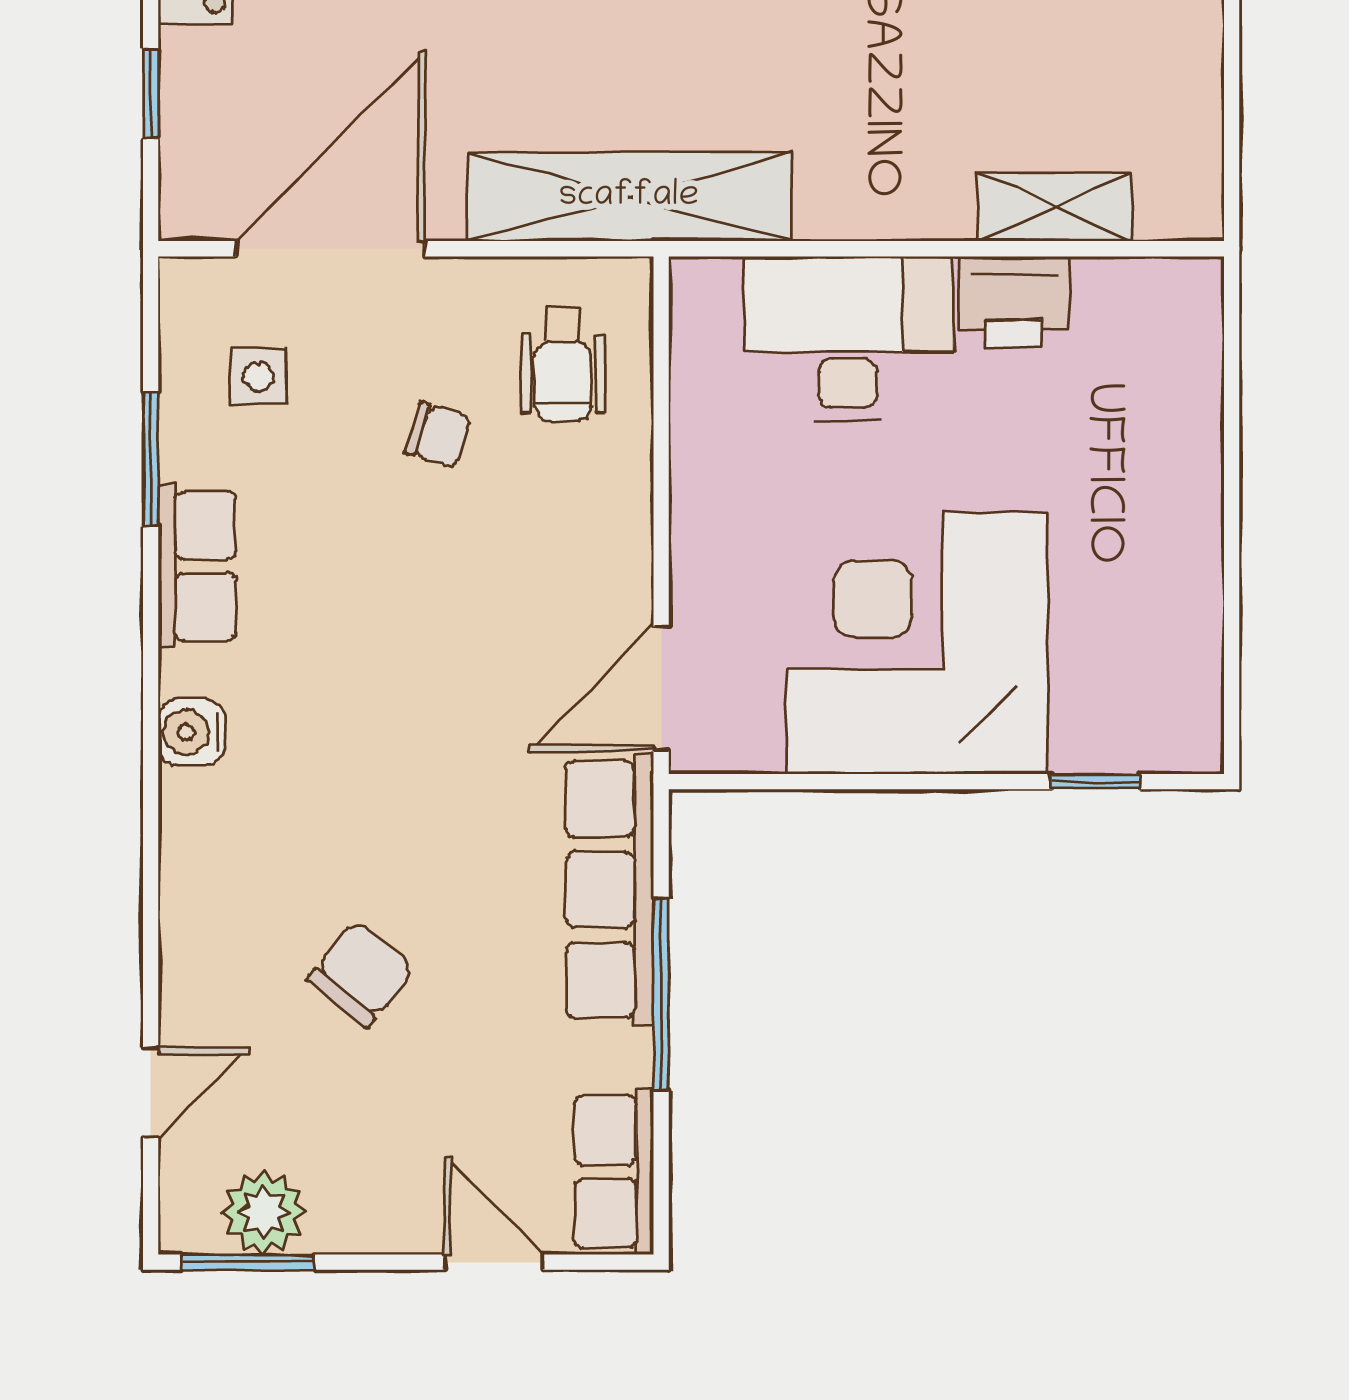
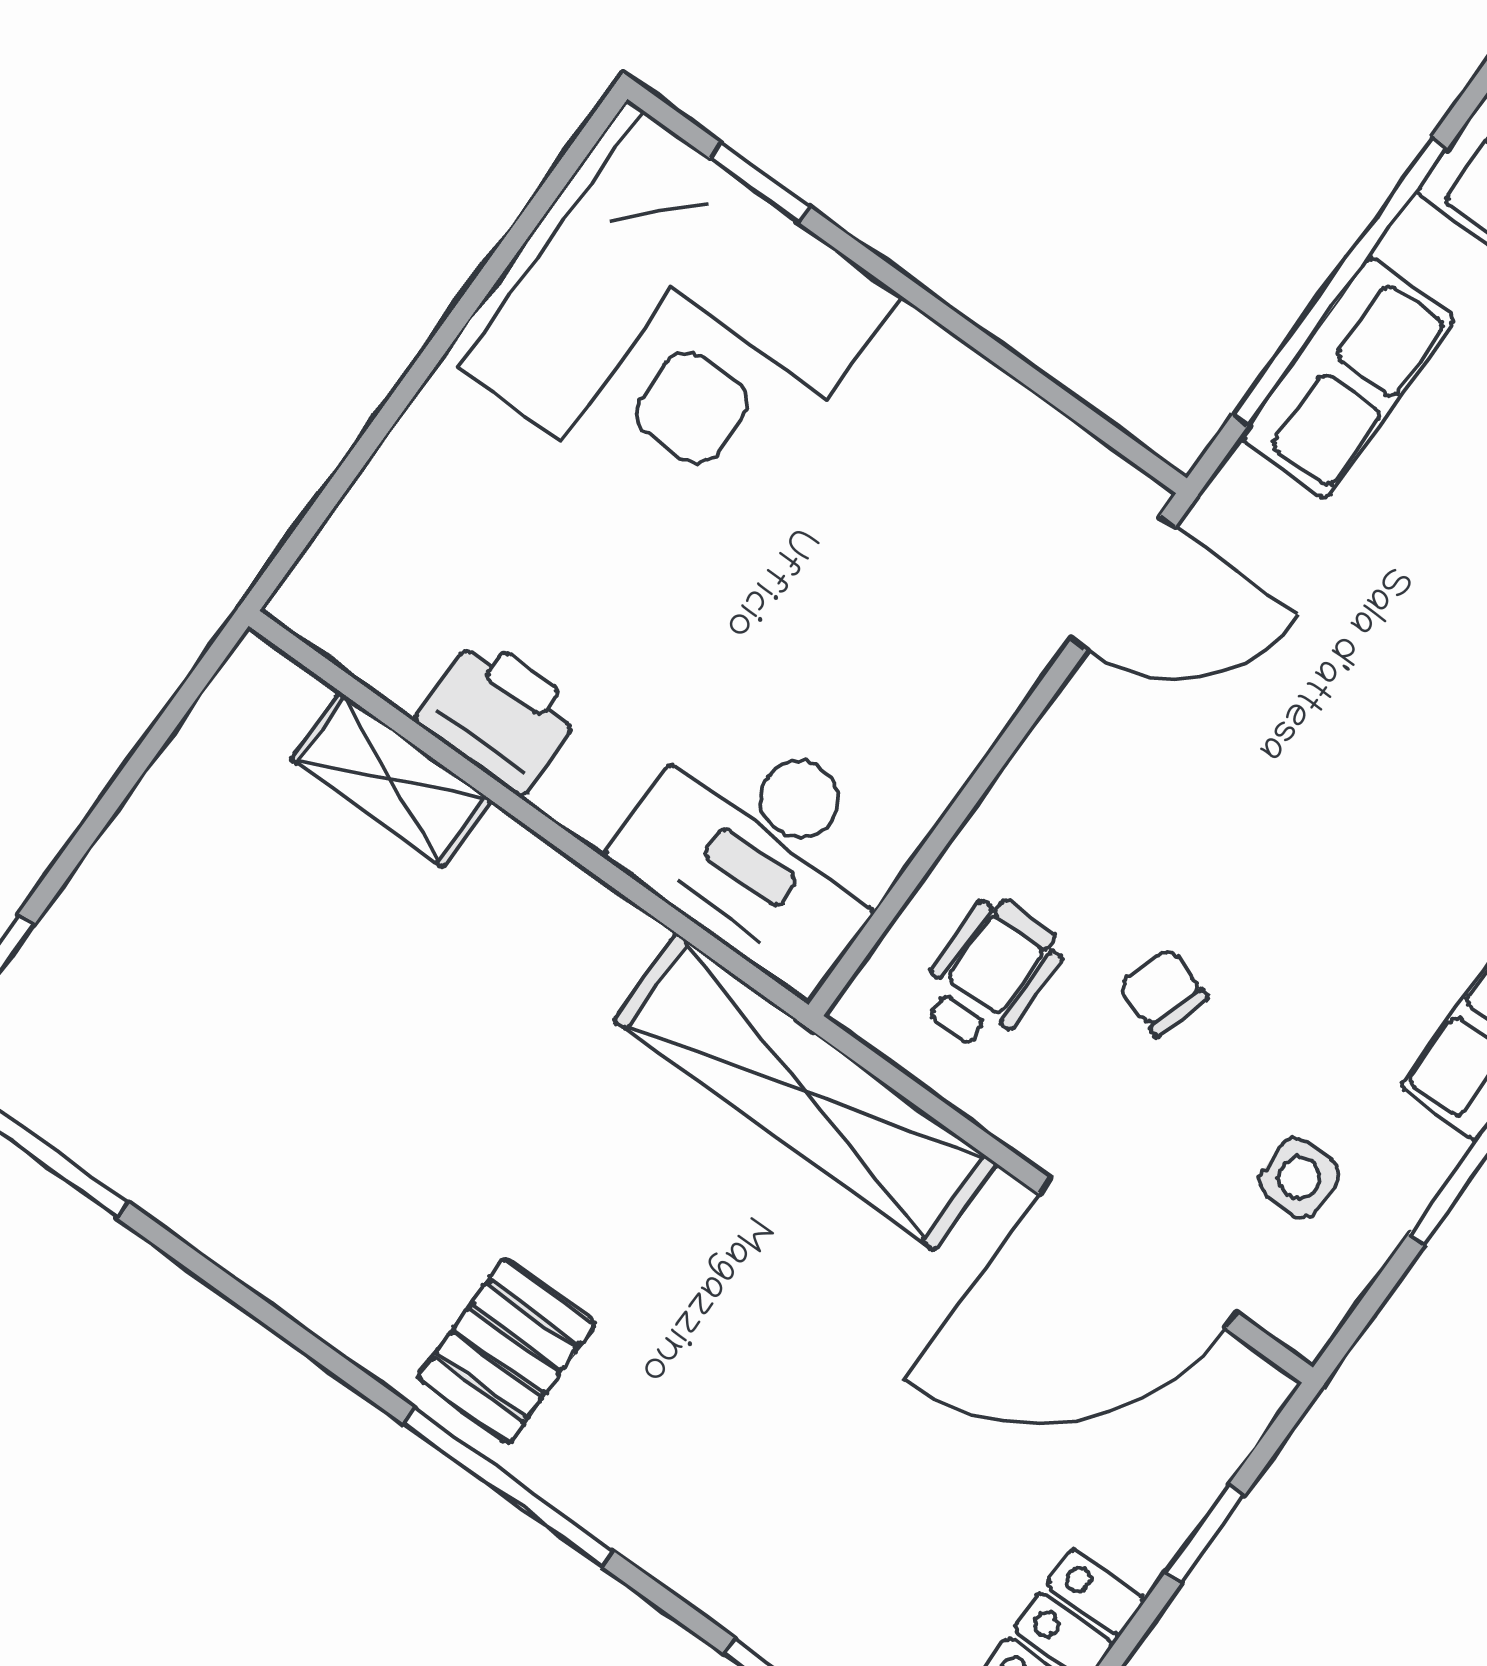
desk: (848, 339) -> (763, 849), moved
corner desk: (917, 643) -> (679, 332), moved
row of seats: (610, 889) -> (1348, 378), width x0.68
window: (661, 994) -> (1340, 281), width x1.46

